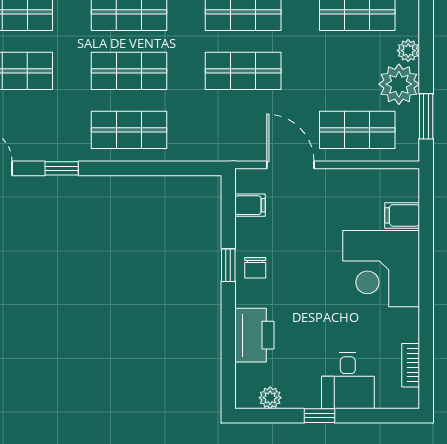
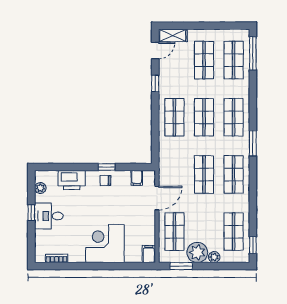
filing cabinet: (402, 215) -> (149, 254), moved
desk: (348, 381) -> (49, 216), moved

